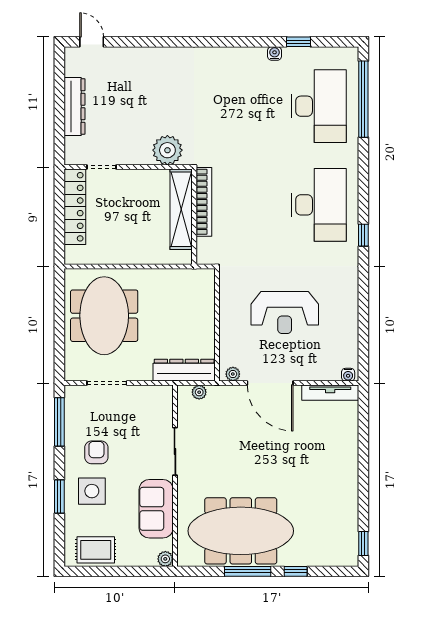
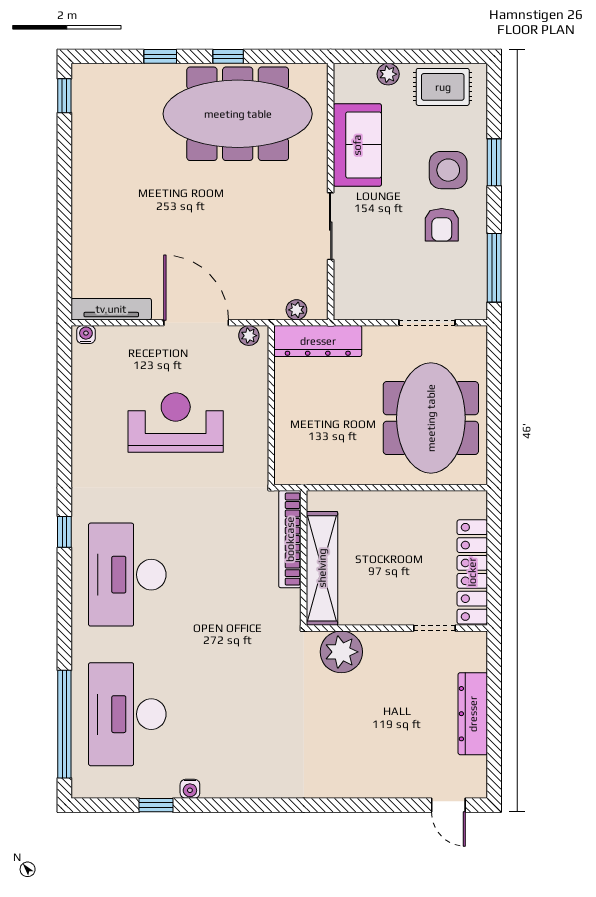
bookcase: (204, 202) -> (290, 539), moved
plant: (165, 559) -> (388, 74), moved
window: (248, 571) -> (228, 56), width x0.46

